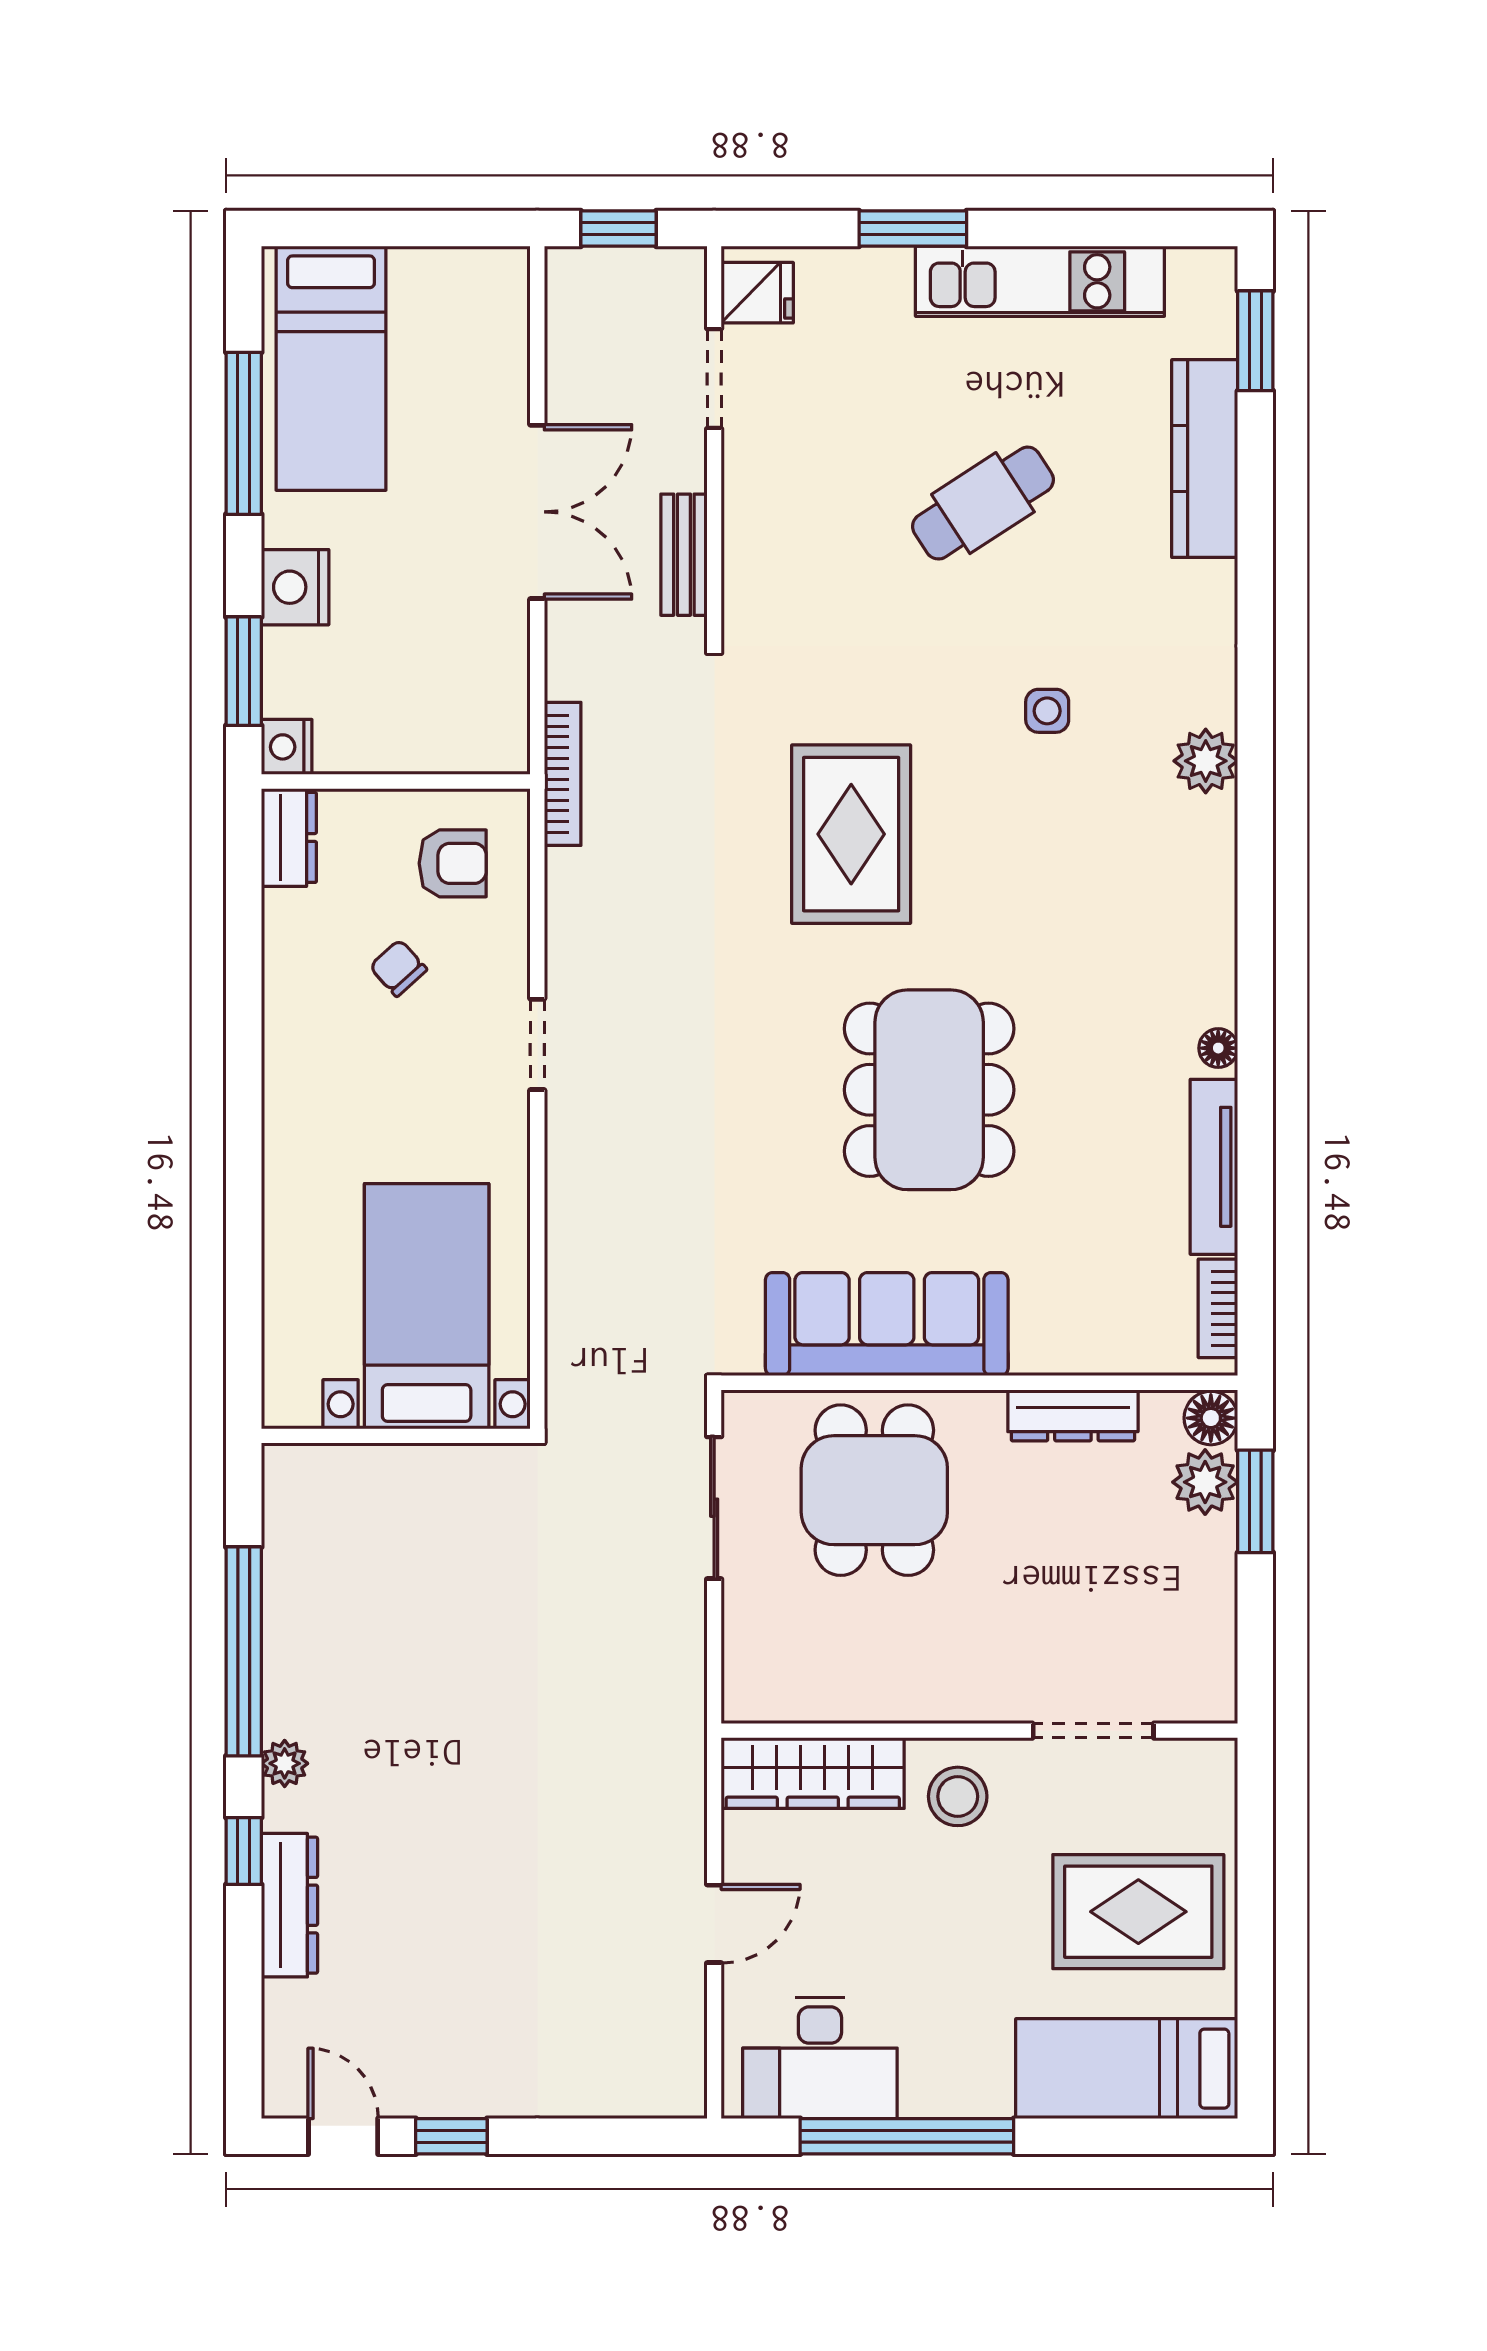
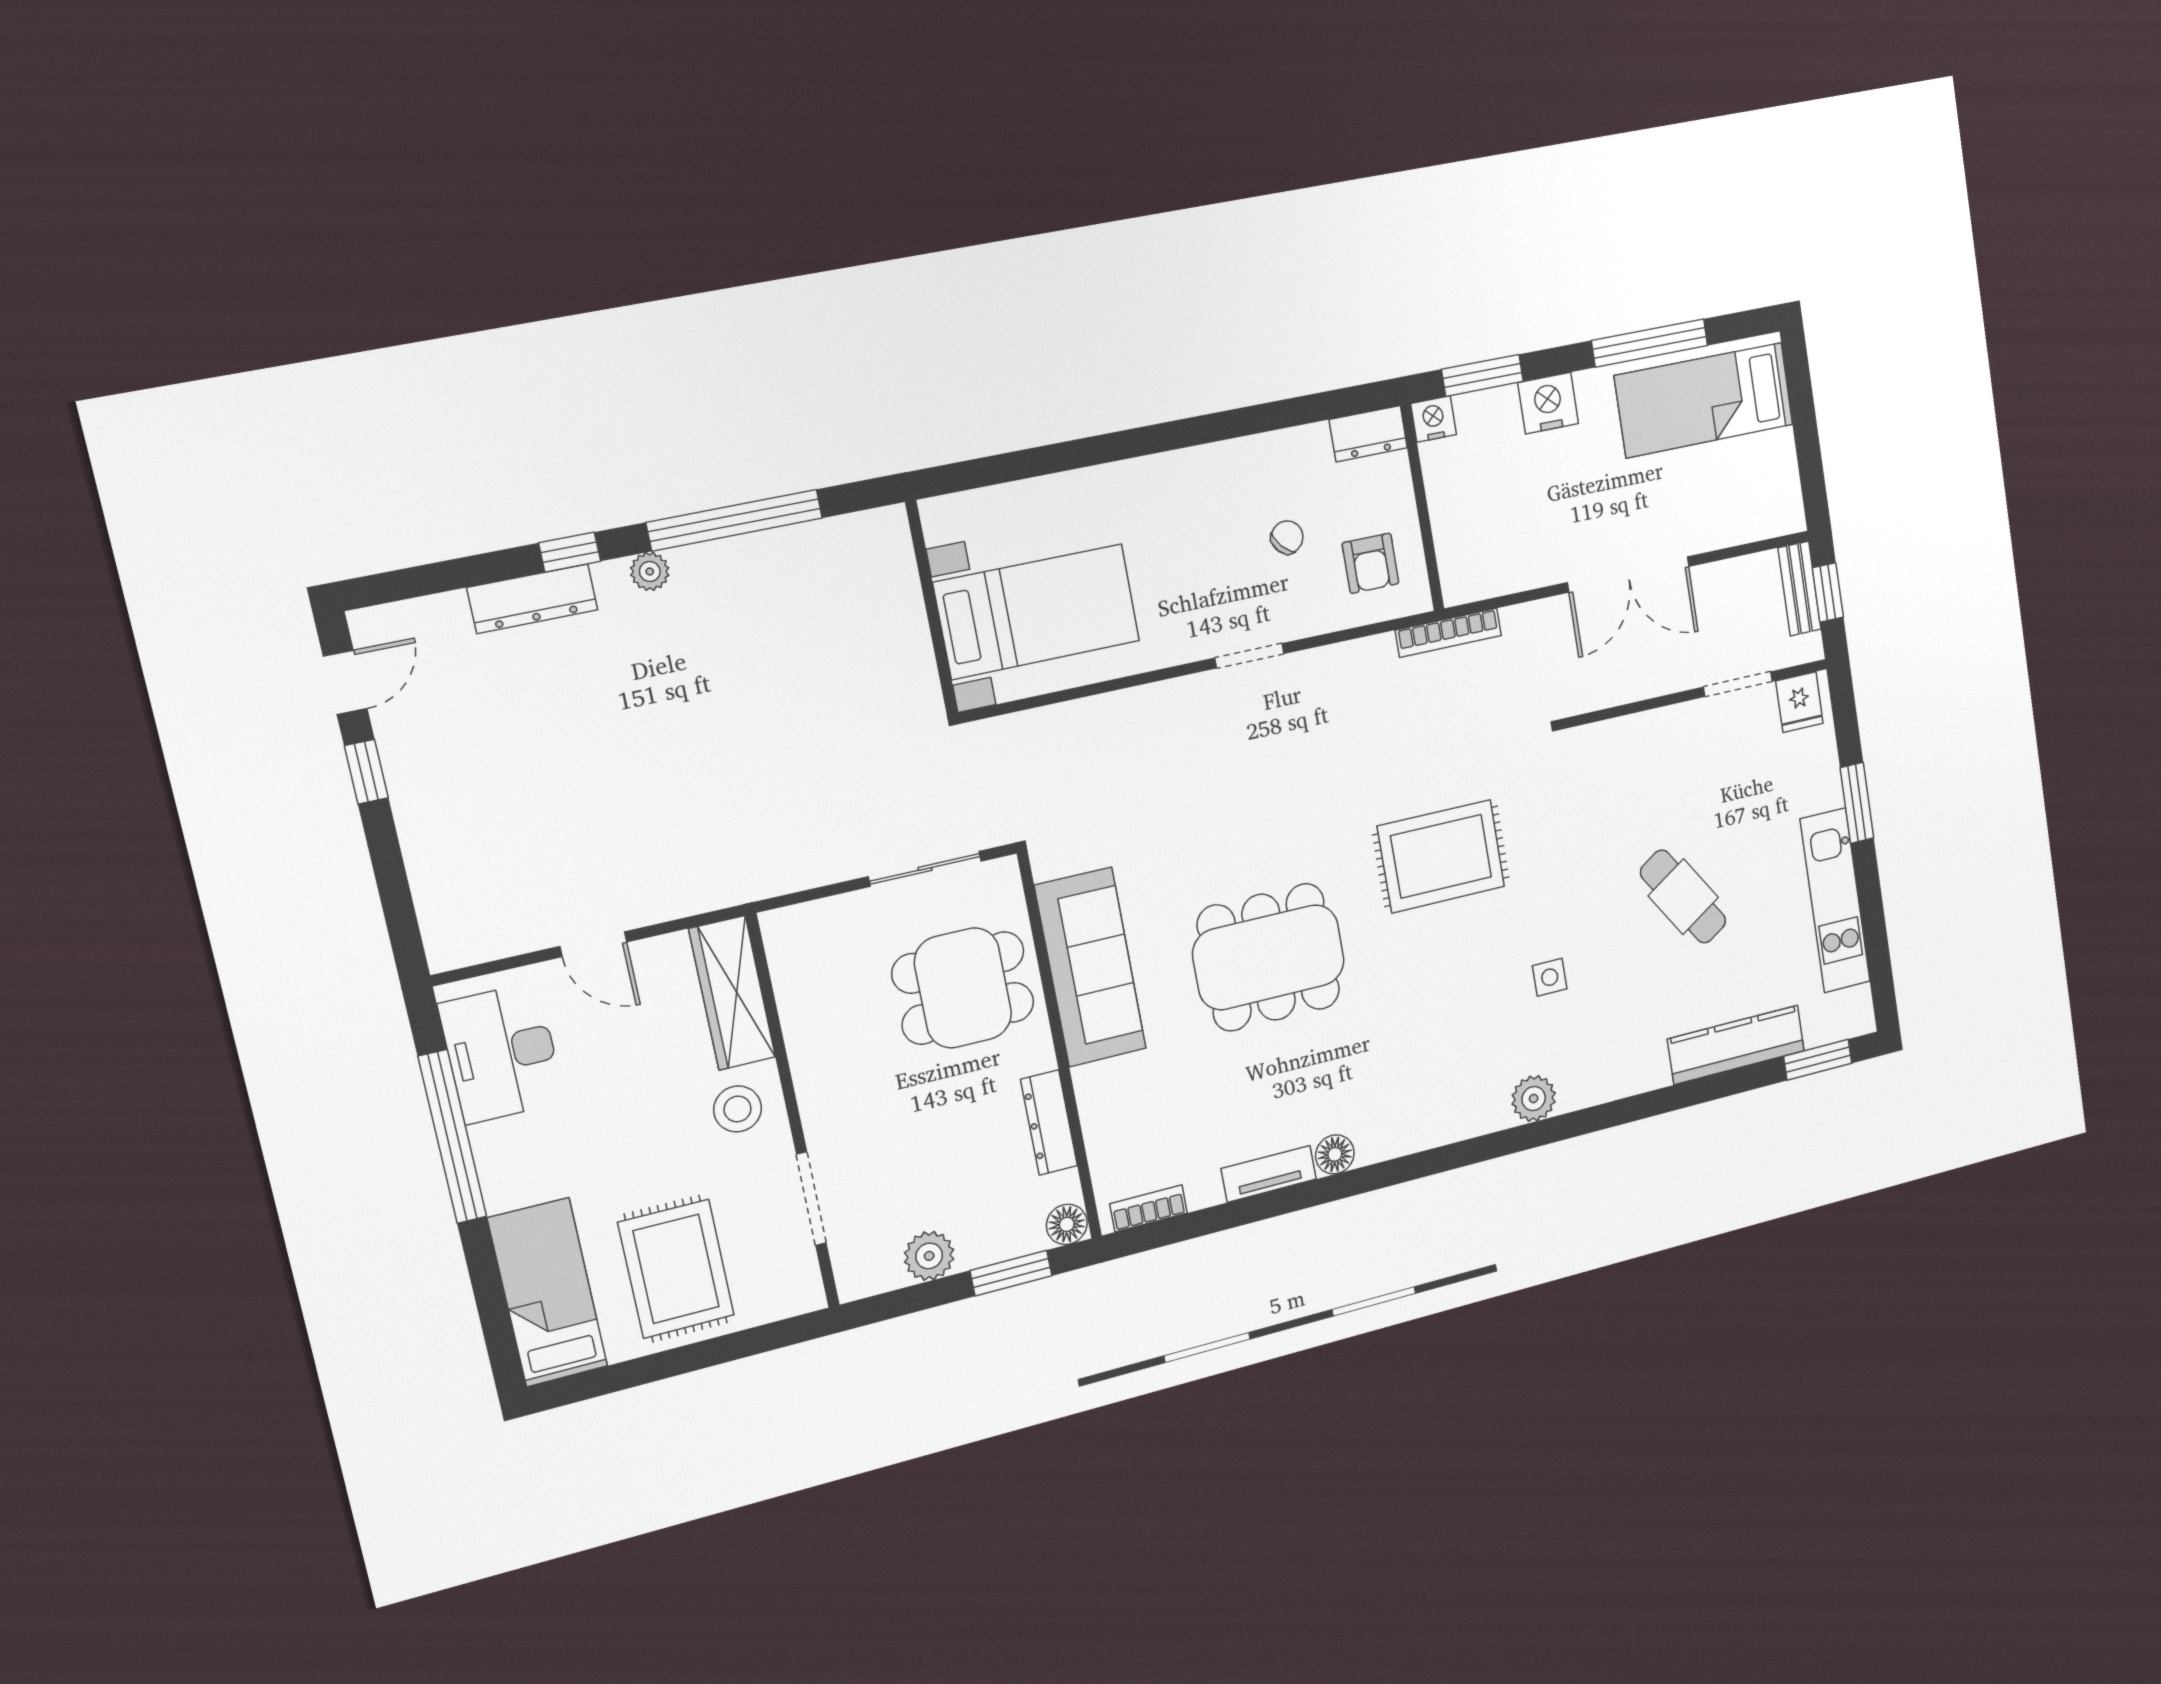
bench: (684, 555) -> (1799, 589), moved, turned 90
floor lamp: (1218, 1048) -> (1335, 1154), width x1.37, depth x1.37
tv unit: (1214, 1167) -> (1269, 1174), width x0.71
plant: (1205, 1482) -> (929, 1256), moved

